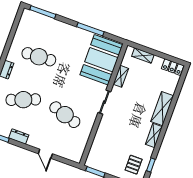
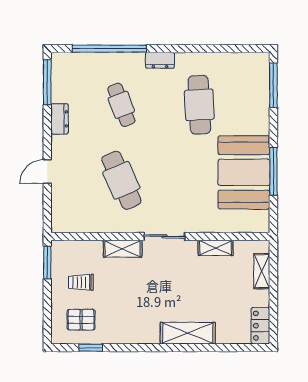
booth: (101, 60) -> (244, 172), moved, turned 90
cafe table: (23, 100) -> (121, 105), width x0.73, depth x0.74
cafe table: (65, 115) -> (121, 180), turned -42
shelving: (154, 136) -> (123, 249), moved
trolley: (113, 157) -> (81, 282), added

